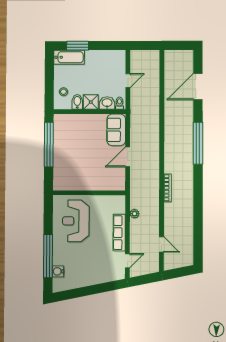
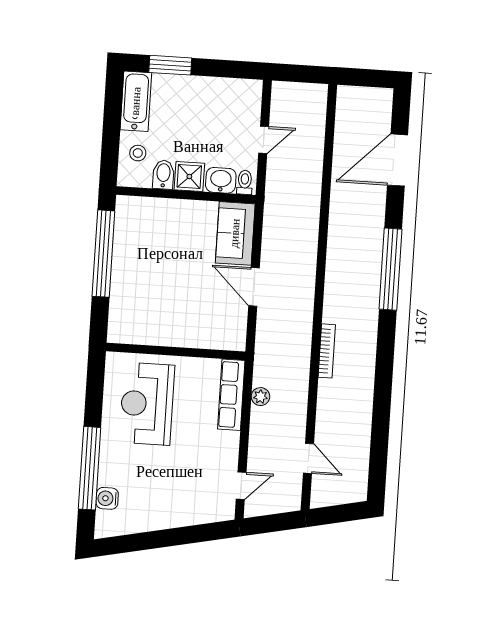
bathtub: (69, 57) -> (136, 101), moved, turned -90
door: (128, 157) -> (254, 287), hinge flipped
row of seats: (119, 233) -> (231, 395), moved

